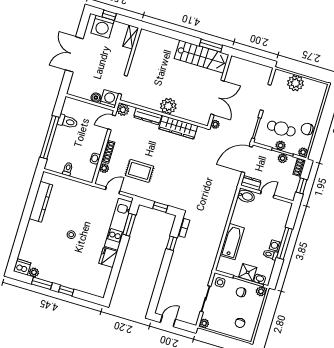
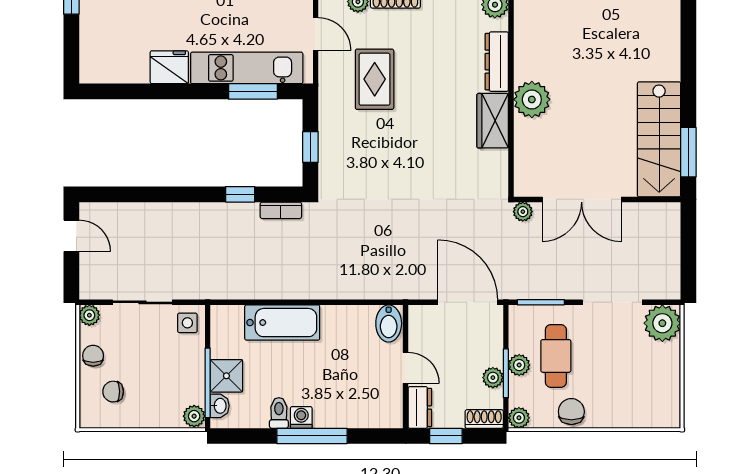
plant: (295, 83) -> (662, 323), moved
wardrobe: (178, 127) -> (493, 121), width x0.67
dresser: (251, 183) -> (420, 407), moved
chair: (241, 292) -> (93, 356), moved

